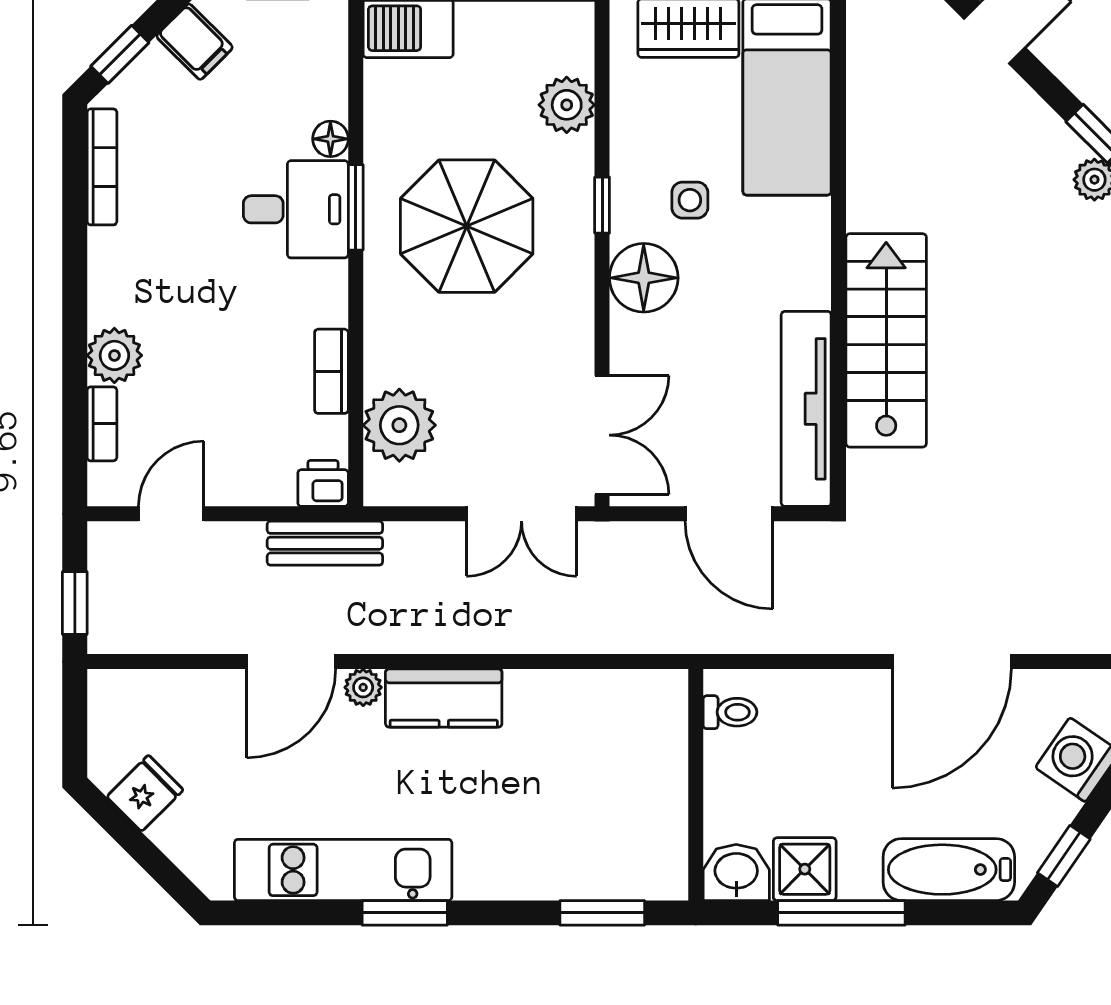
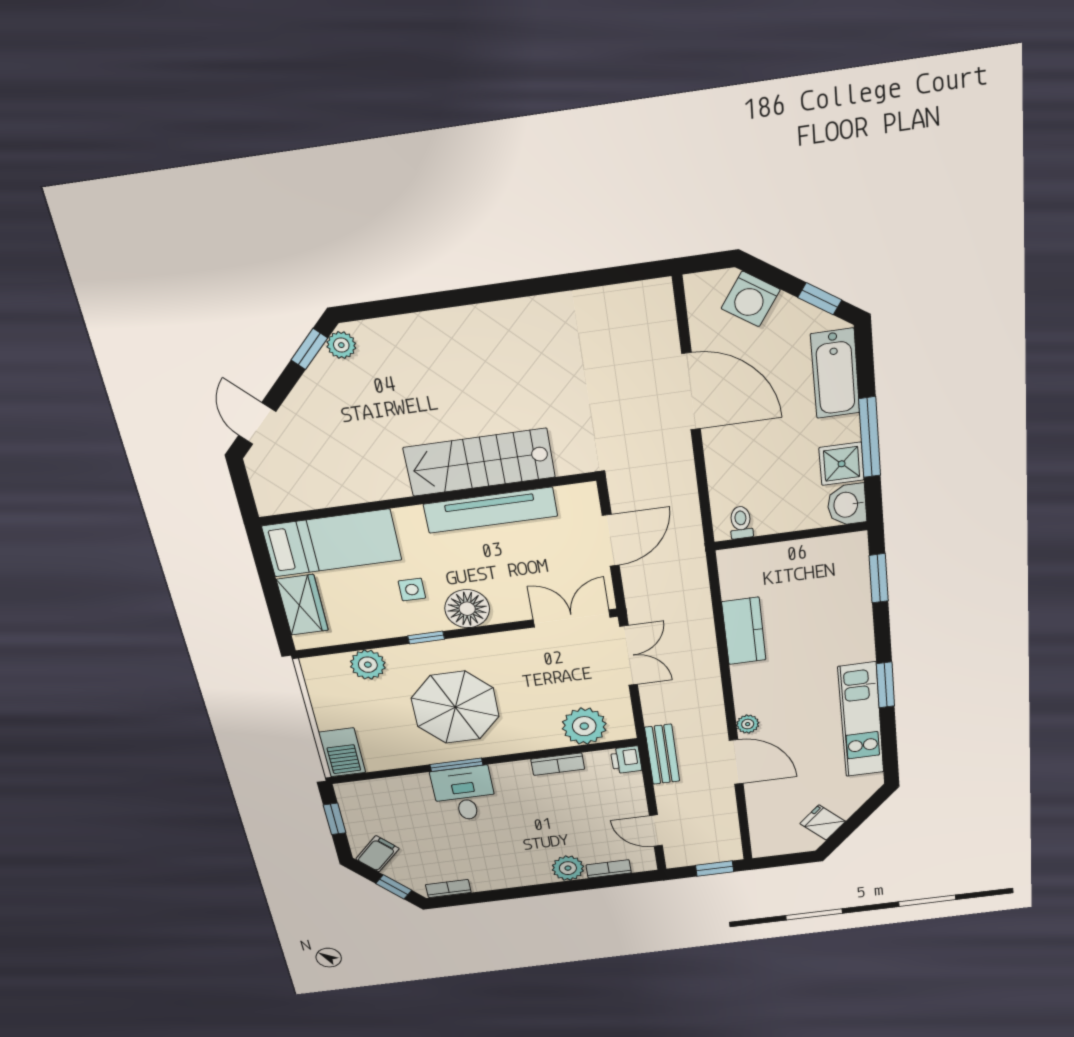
floor lamp: (330, 139) -> (418, 782), removed
bookcase: (102, 167) -> (448, 889), width x0.64
tv unit: (806, 409) -> (491, 510), moved
kitchen counter: (444, 698) -> (744, 631), moved

